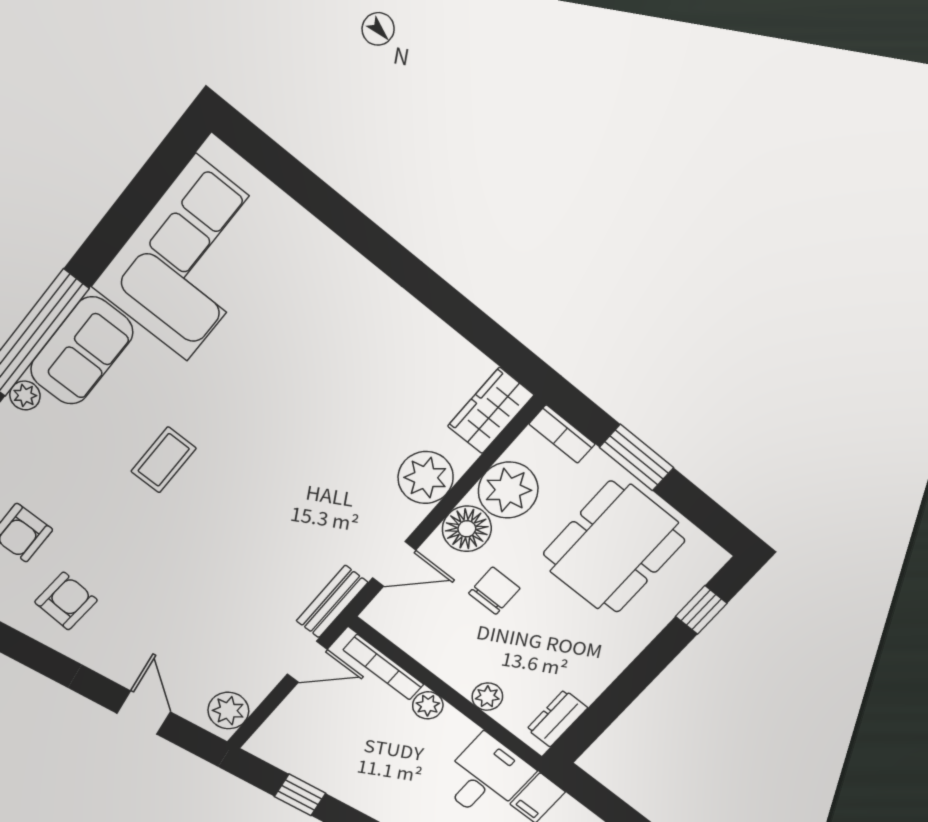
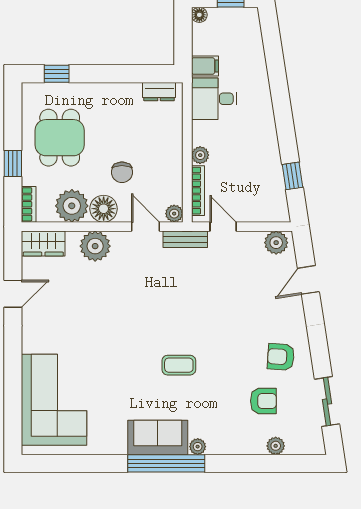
corner sofa: (191, 259) -> (54, 400), moved, turned 90
door: (457, 311) -> (13, 294), added
window: (637, 458) -> (13, 163), width x0.67
dining table: (614, 547) -> (60, 138), width x0.73
chair: (494, 591) -> (122, 172), turned -90
plant: (487, 697) -> (174, 214), moved

